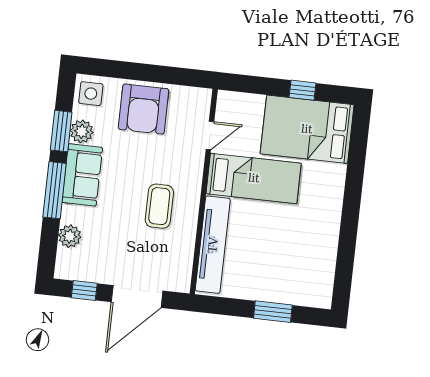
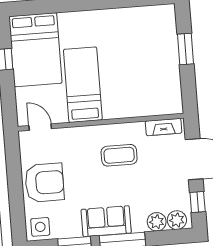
plant: (82, 131) -> (177, 220), moved
door: (210, 135) -> (40, 127), moved
tv unit: (213, 245) -> (141, 107), removed
fireplace: (183, 267) -> (164, 127), added

